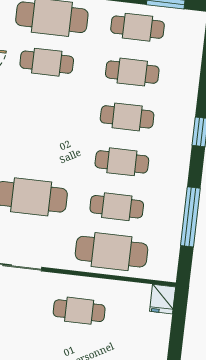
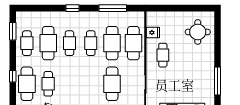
cafe table: (132, 72) -> (48, 43), width x1.37, depth x1.35
cafe table: (117, 207) -> (112, 43), width x1.37, depth x1.35
fridge: (163, 299) -> (153, 33), moved

